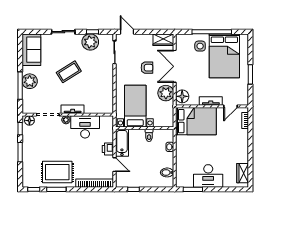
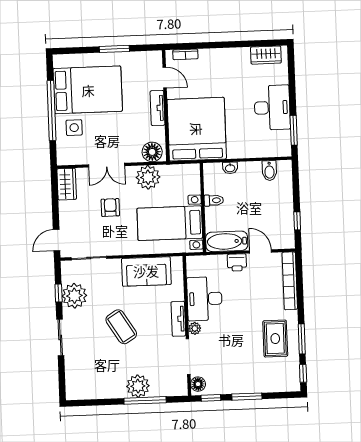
sofa: (31, 50) -> (146, 271), moved, turned 180
double door: (175, 66) -> (107, 165), width x0.73
bed: (196, 121) -> (197, 129), width x1.36
door: (115, 165) -> (261, 251), hinge flipped
rug: (57, 172) -> (275, 339), width x0.73, depth x0.70

